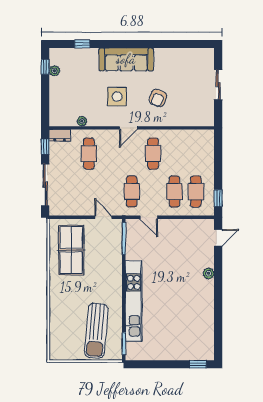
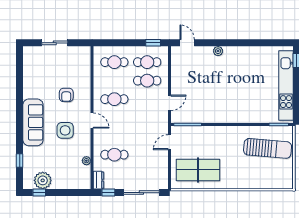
plant: (54, 71) -> (43, 180), width x1.87, depth x1.87
armchair: (158, 98) -> (66, 95), turned 68
cafe table: (132, 192) -> (114, 62), moved
kitchen unit: (134, 301) -> (286, 86), moved, turned -90

